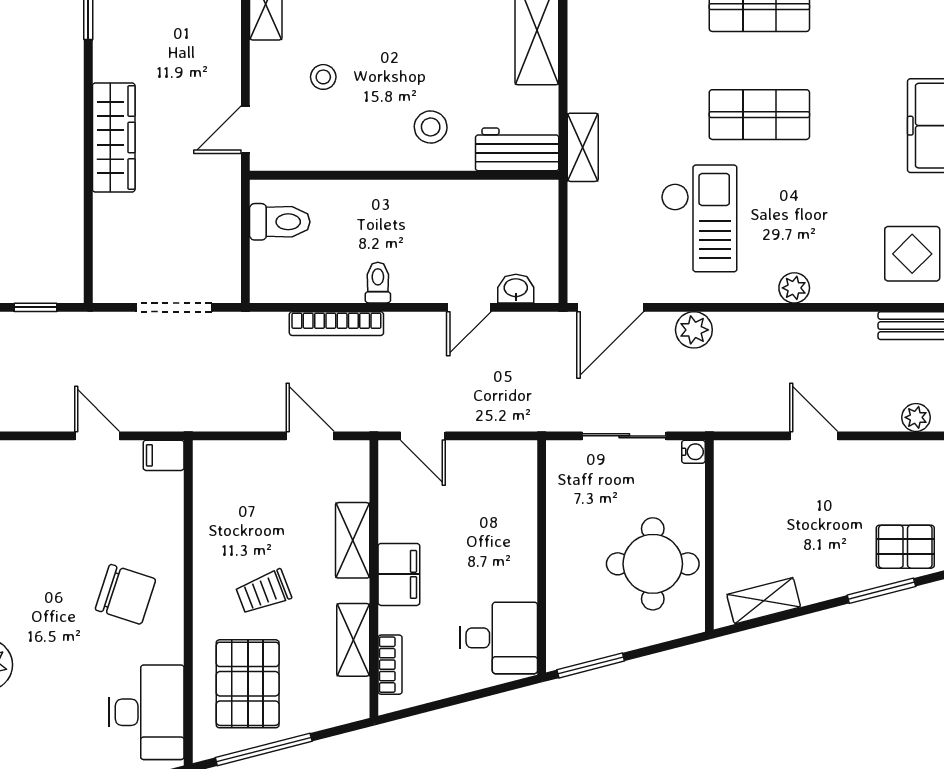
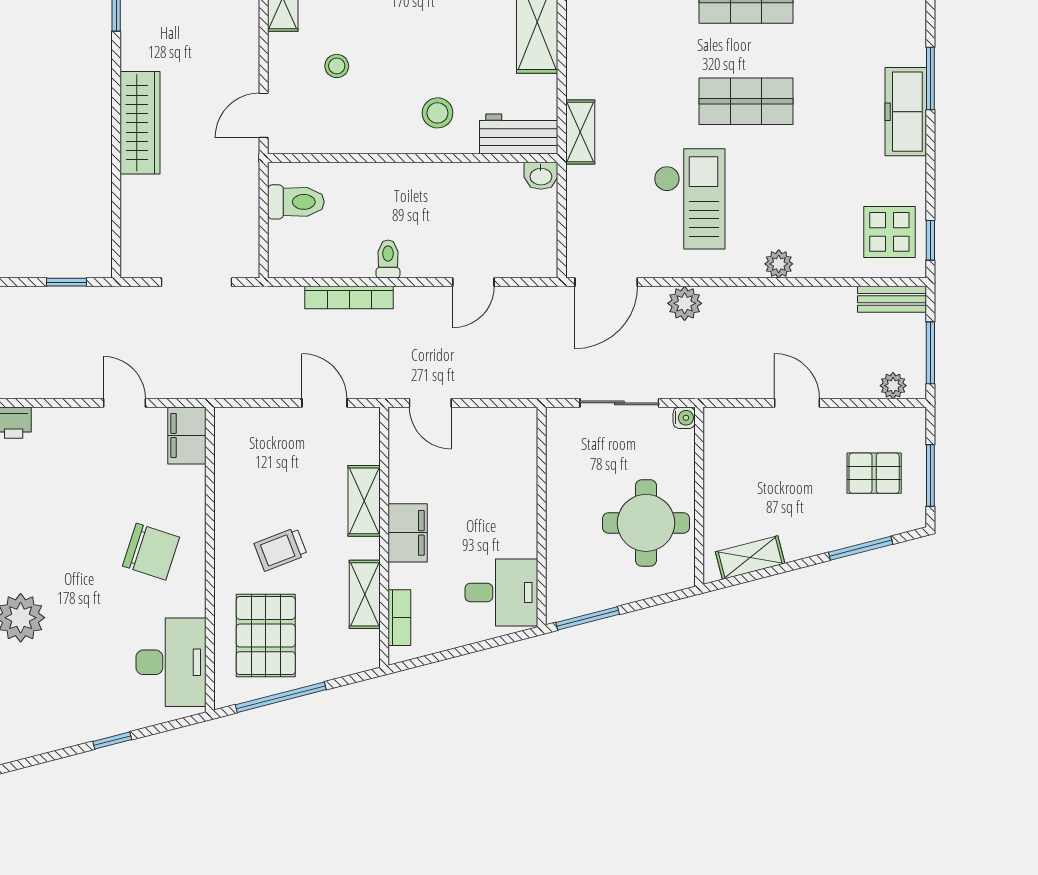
washbasin: (516, 289) -> (541, 176), moved, turned 180
filing cabinet: (164, 455) -> (187, 435), width x2.00
pallet: (905, 547) -> (874, 473), moved

